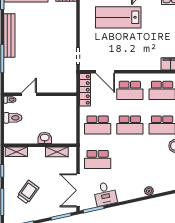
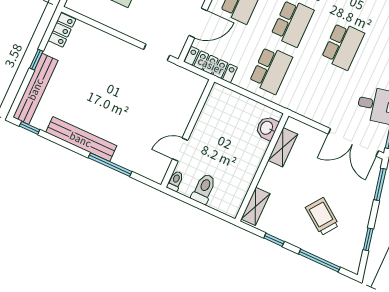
door: (29, 94) -> (180, 150), hinge flipped
washbasin: (45, 138) -> (267, 128), moved
school desk: (98, 159) -> (343, 46), moved

